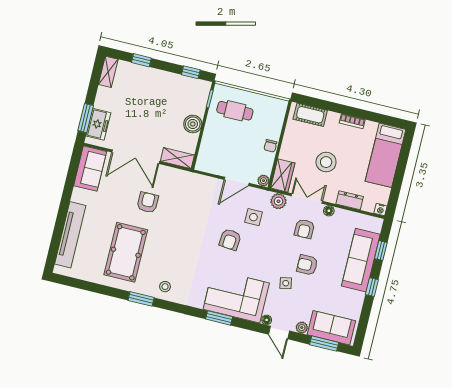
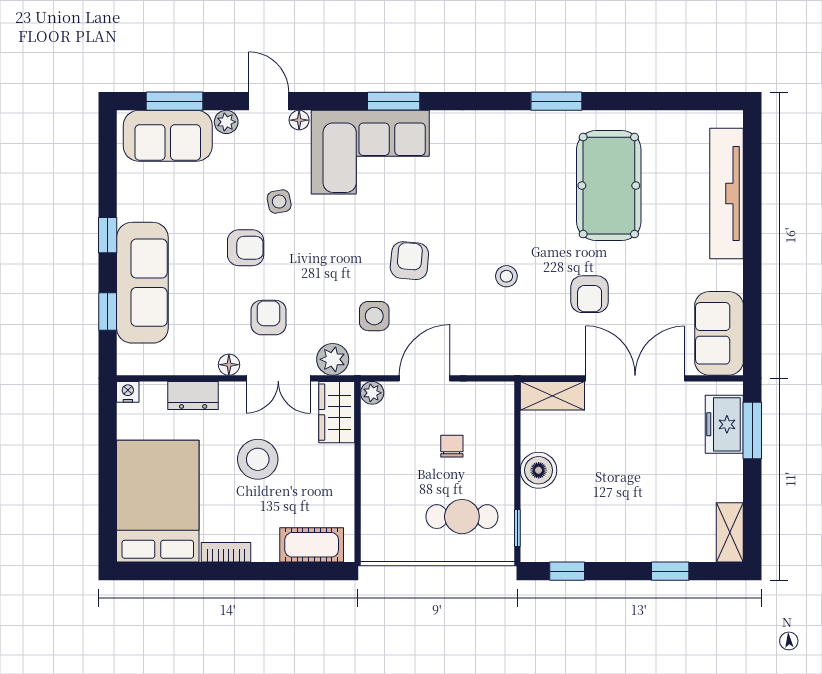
chair: (270, 146) -> (452, 446), moved
bed: (386, 155) -> (158, 501), width x1.50
stool: (165, 287) -> (506, 276), moved

